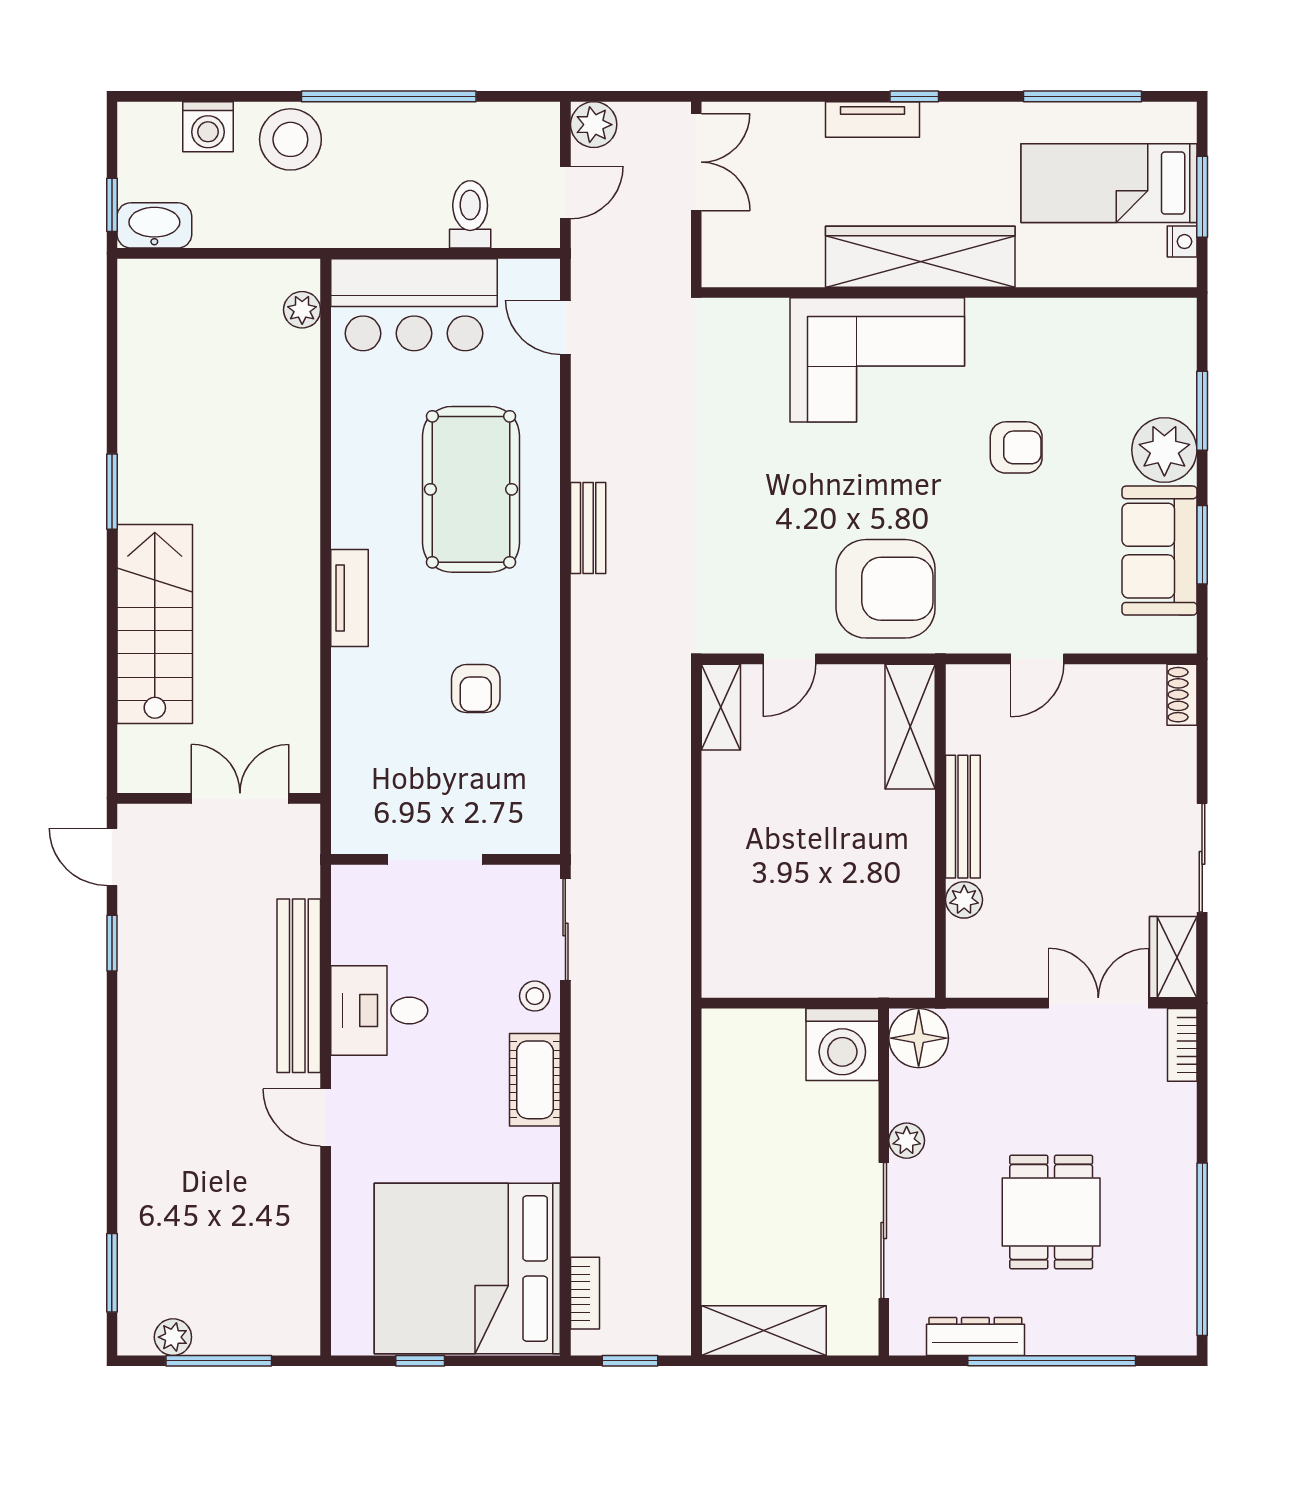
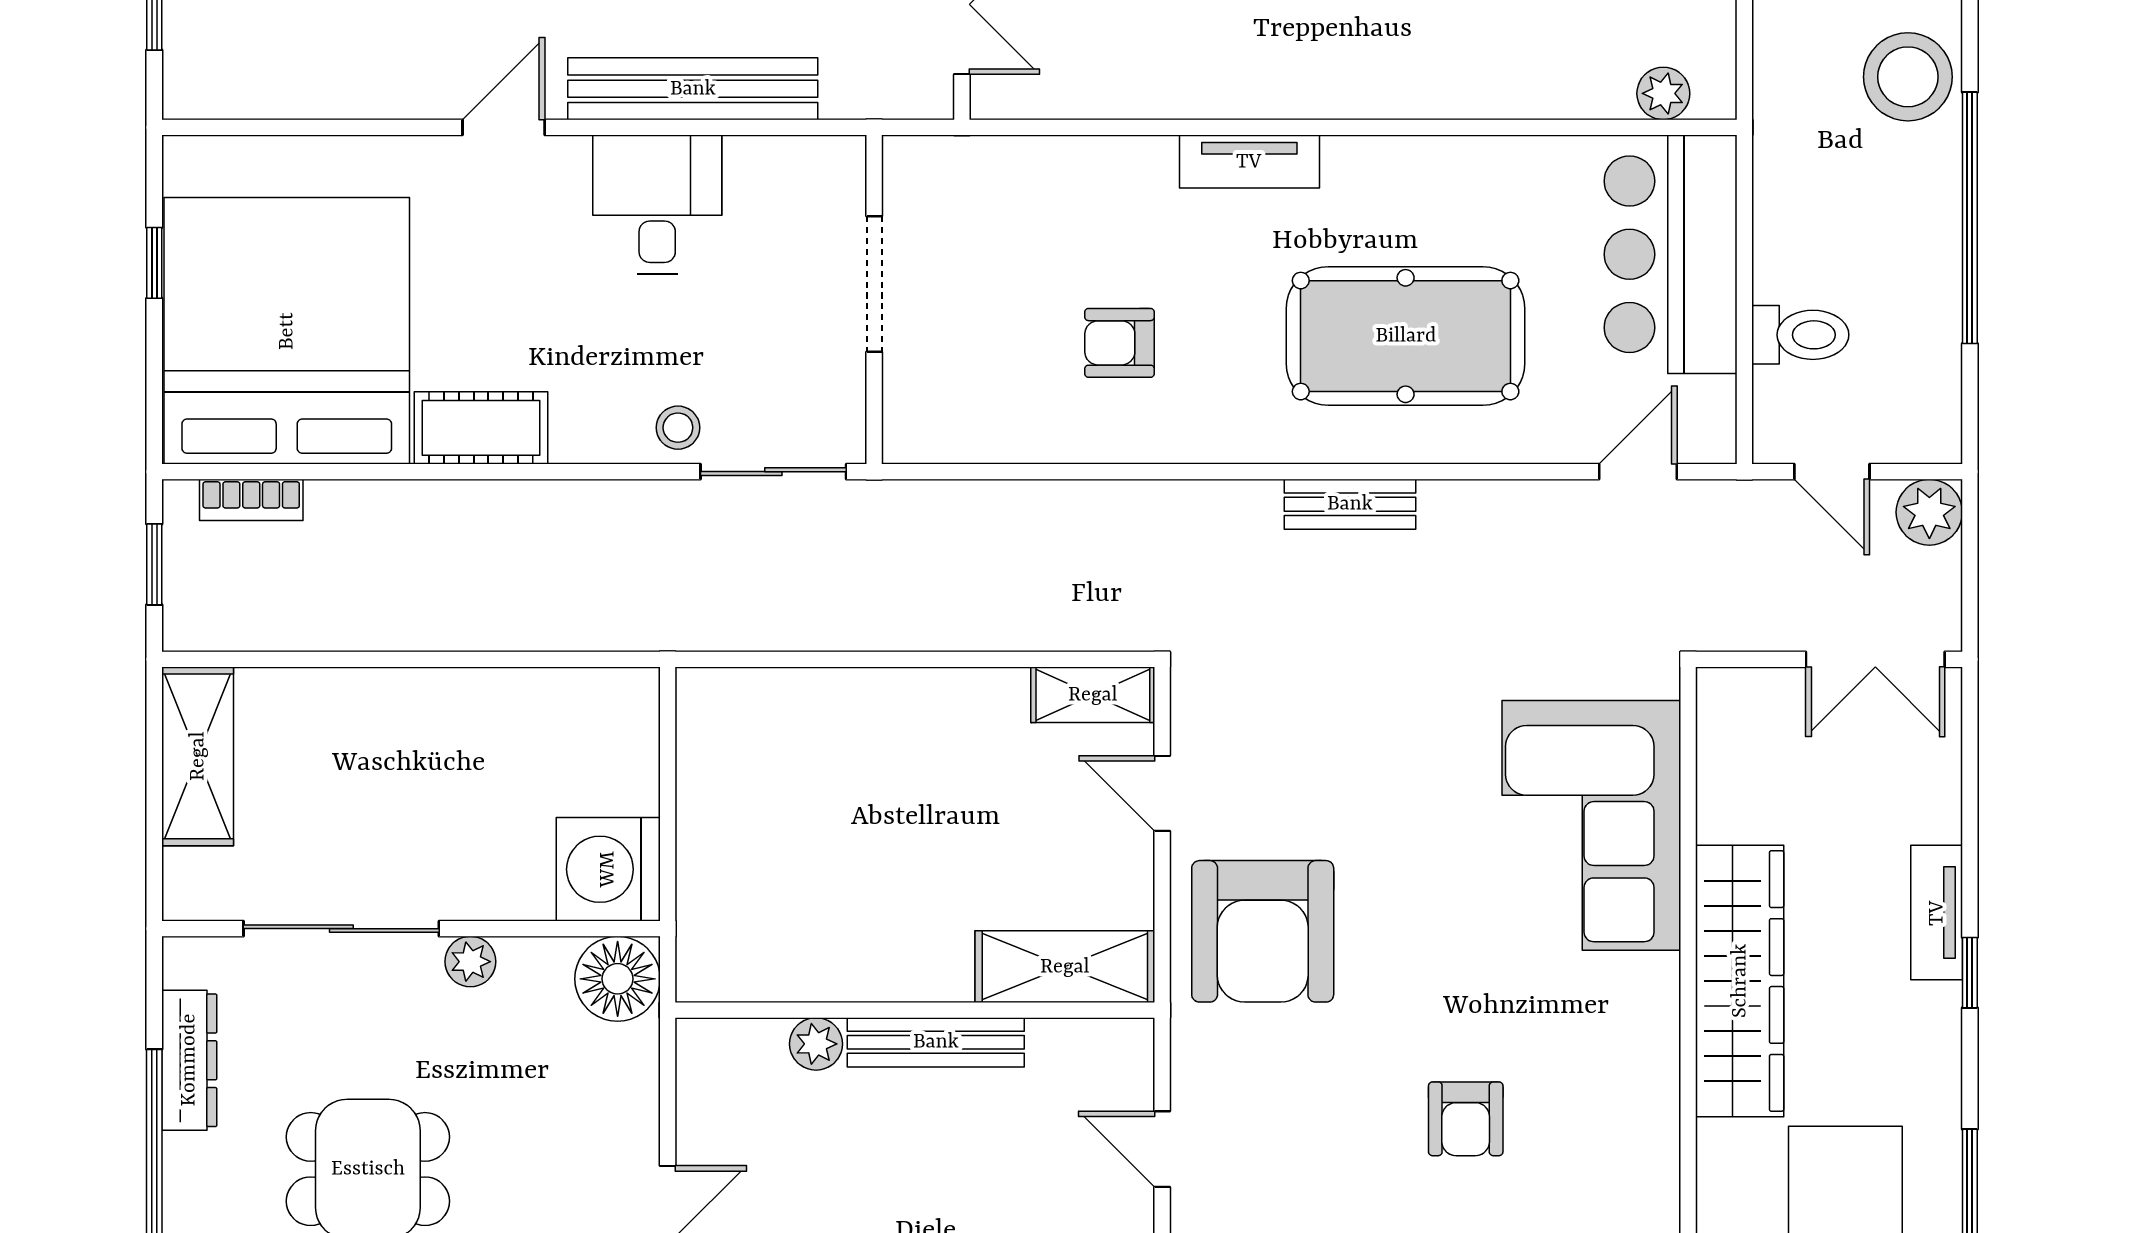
corner sofa: (877, 360) -> (1591, 825), moved
cot: (535, 1080) -> (481, 428), moved

